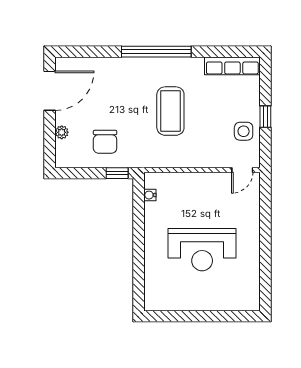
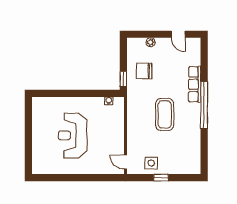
row of seats: (232, 66) -> (195, 84), moved
door: (50, 91) -> (178, 34), width x0.53
coffee table: (170, 111) -> (165, 114), turned 90

